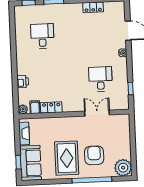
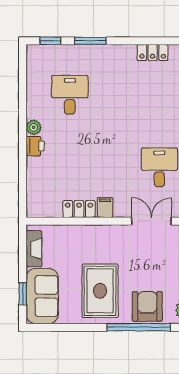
printer: (23, 82) -> (35, 146), moved
filing cabinet: (35, 107) -> (105, 207), moved
plant: (23, 109) -> (34, 127), moved
armchair: (94, 155) -> (147, 306), moved

